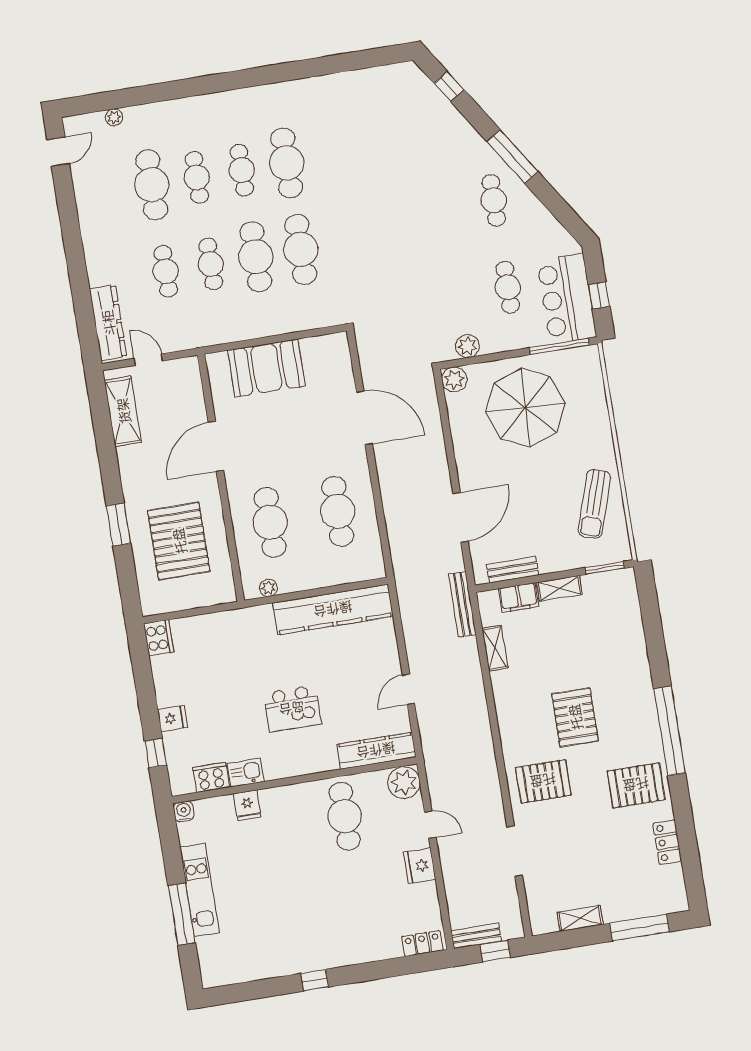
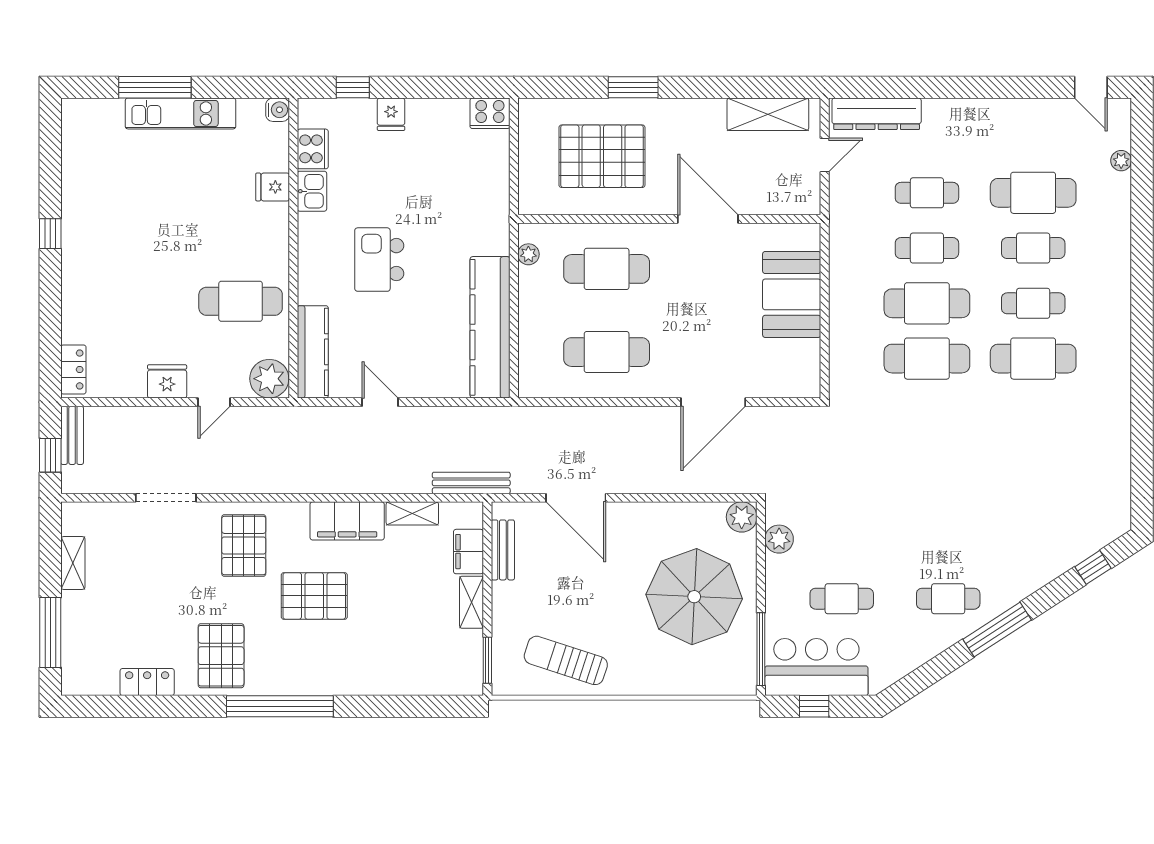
filing cabinet: (510, 700) -> (347, 521), added

